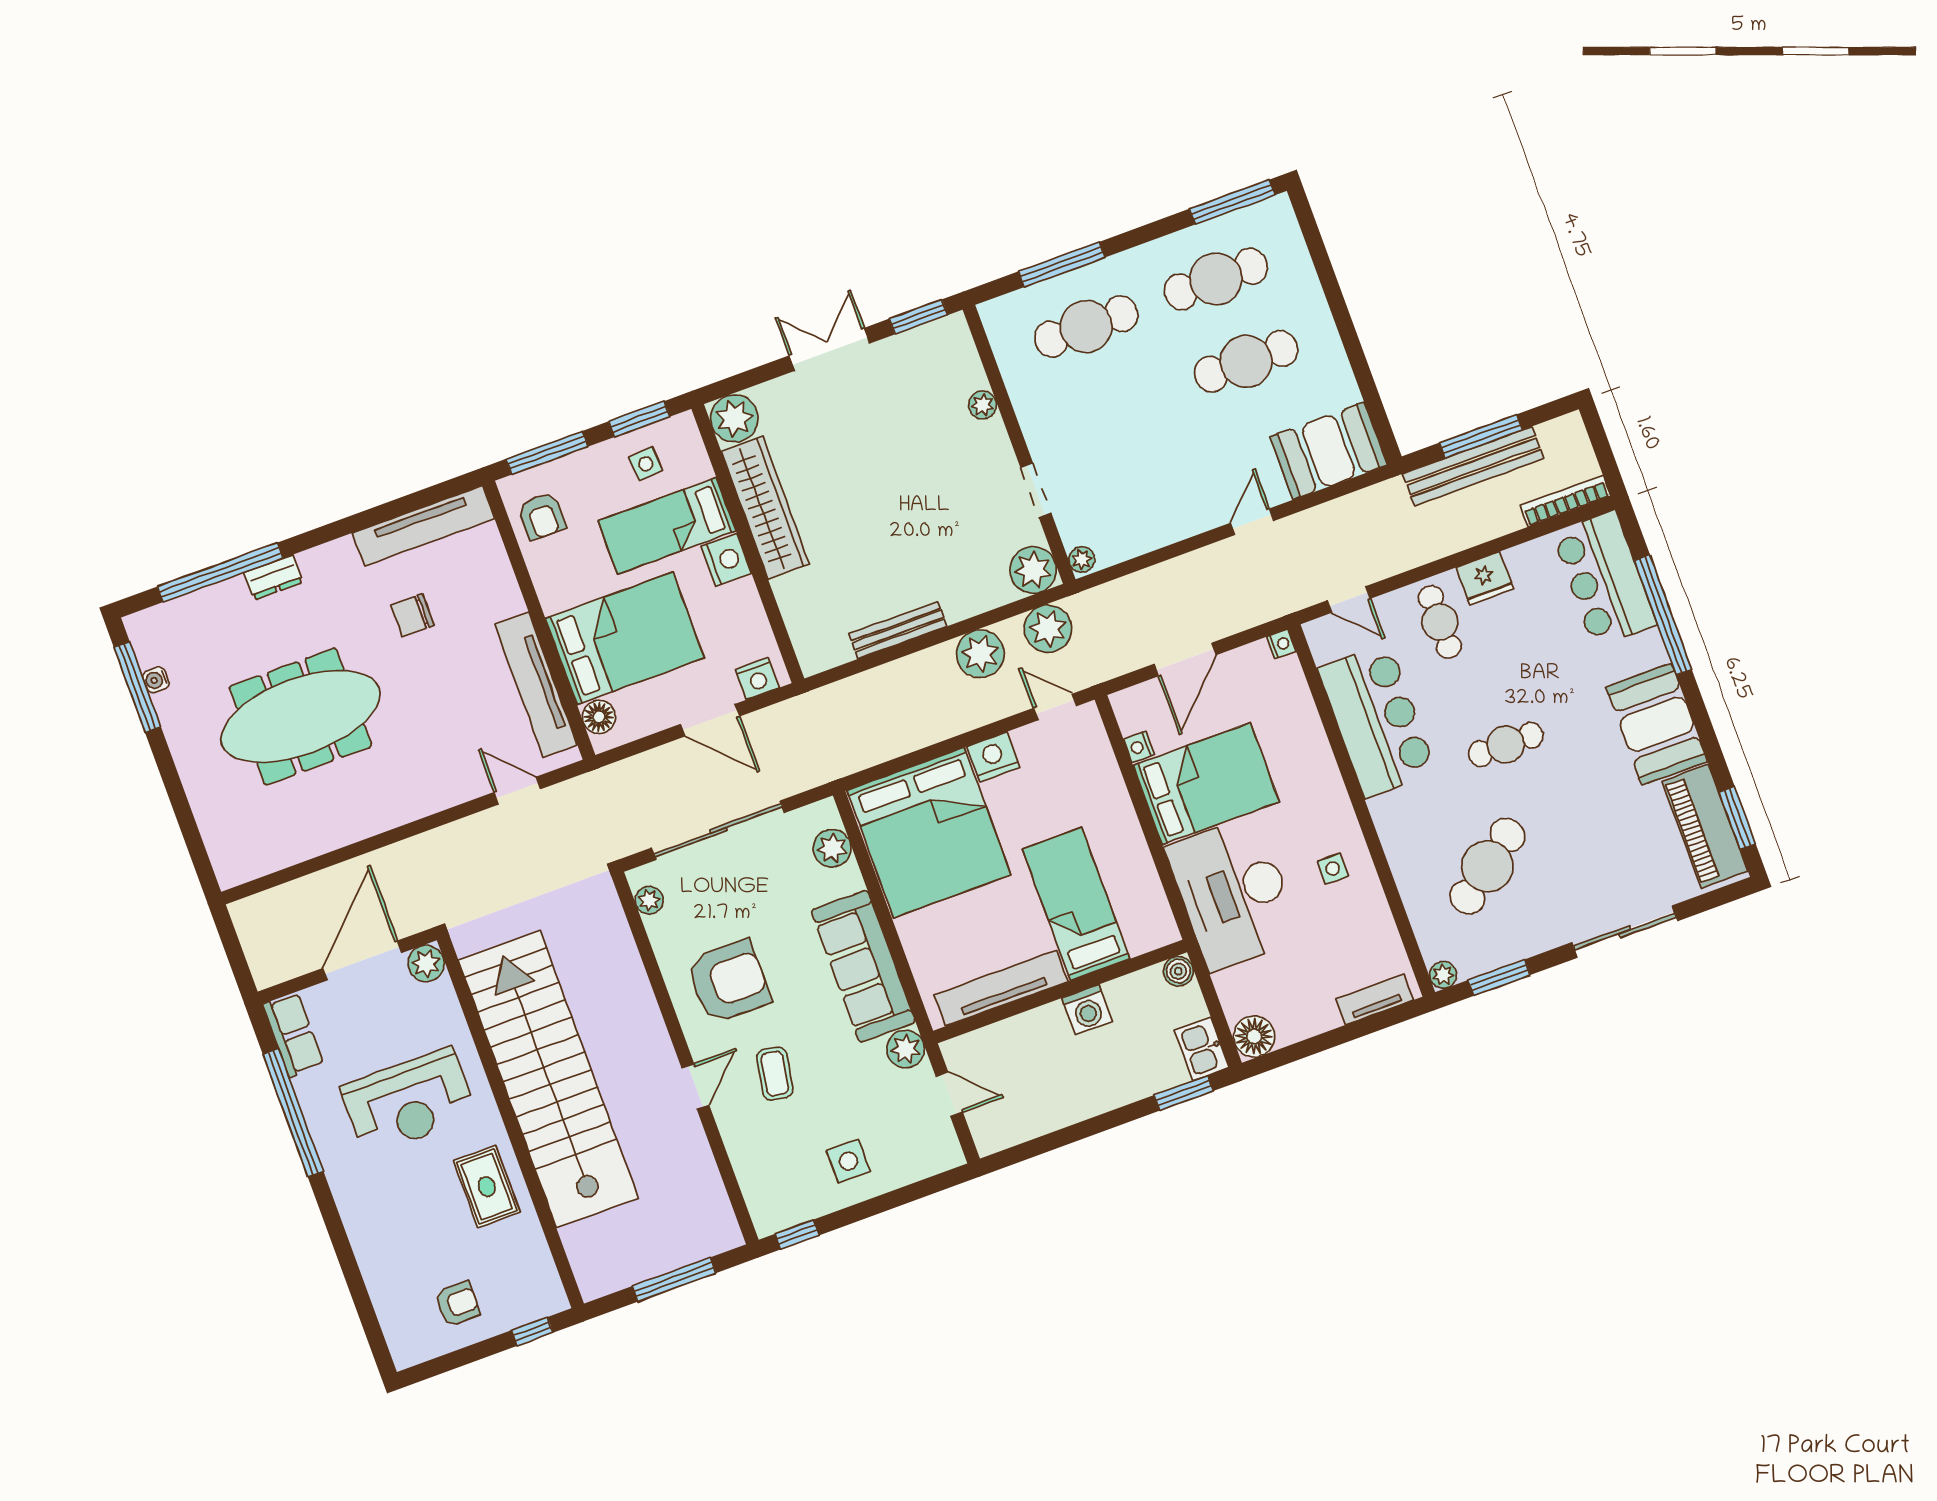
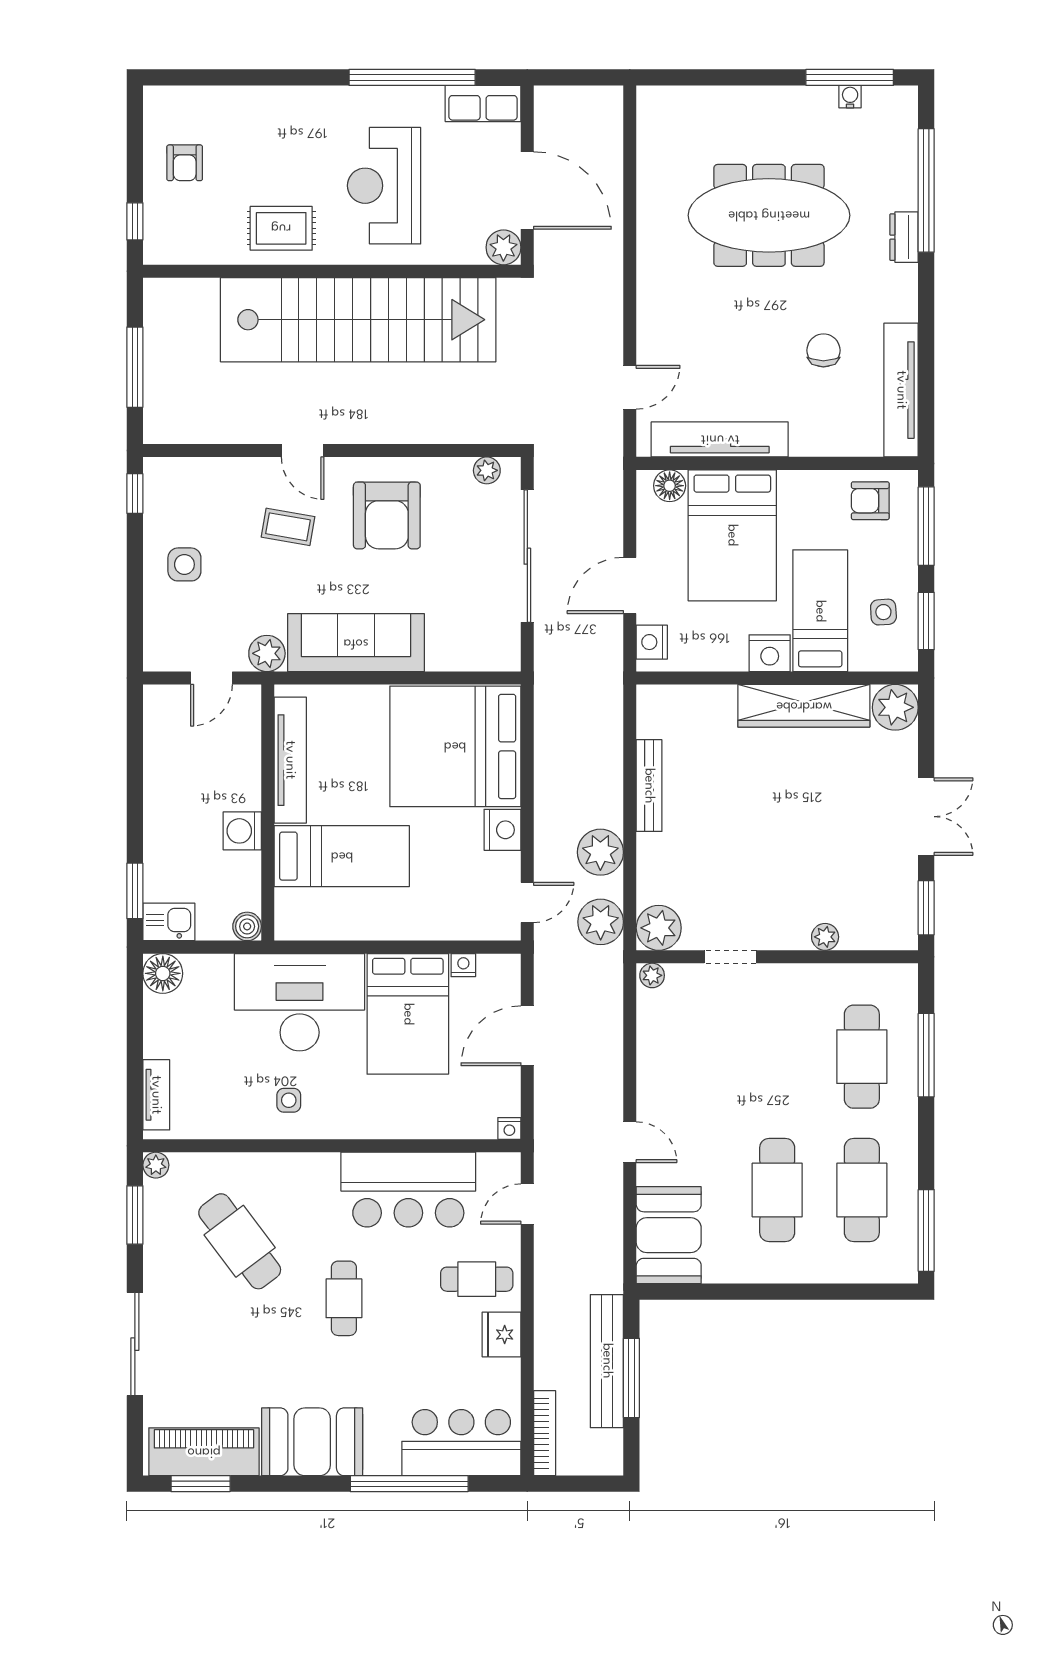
door: (1185, 659) -> (527, 1036), hinge flipped
meeting table: (300, 716) -> (769, 215), turned 90
plant: (832, 848) -> (473, 653), removed

